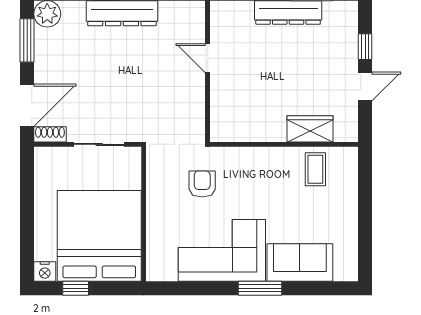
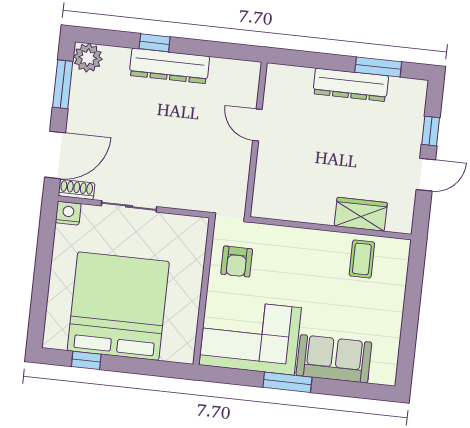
armchair: (202, 184) -> (237, 262), turned 180
wall: (144, 214) -> (204, 291), moved
nightstand: (45, 271) -> (68, 213), moved, turned 180

